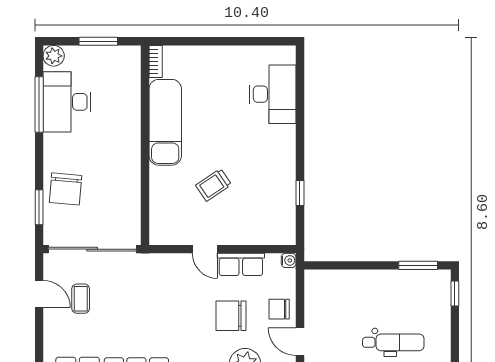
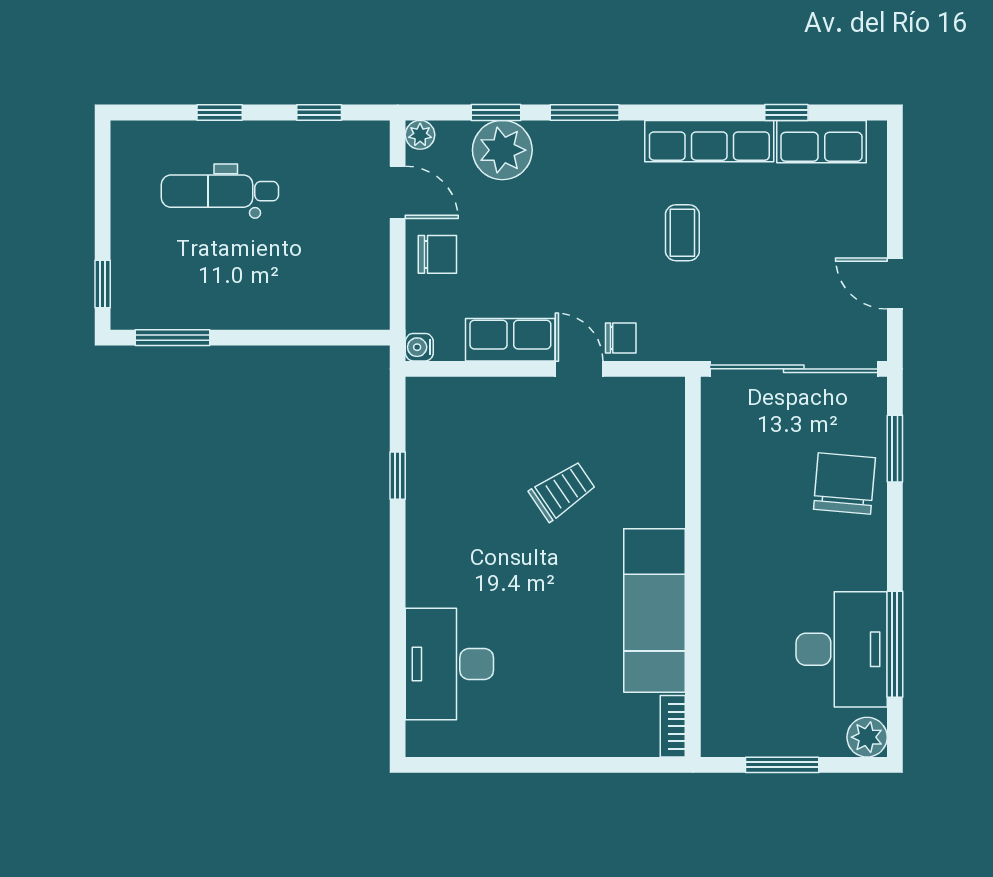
coffee table: (81, 299) -> (682, 233), moved
chair: (231, 316) -> (621, 338), moved, width x0.54, depth x0.54

